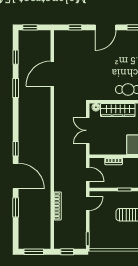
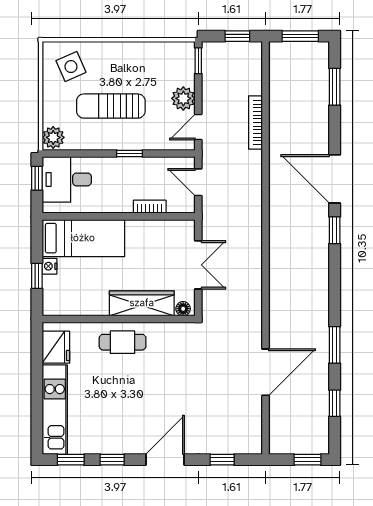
window: (16, 207) -> (335, 87), moved
plant: (96, 219) -> (183, 98), added

